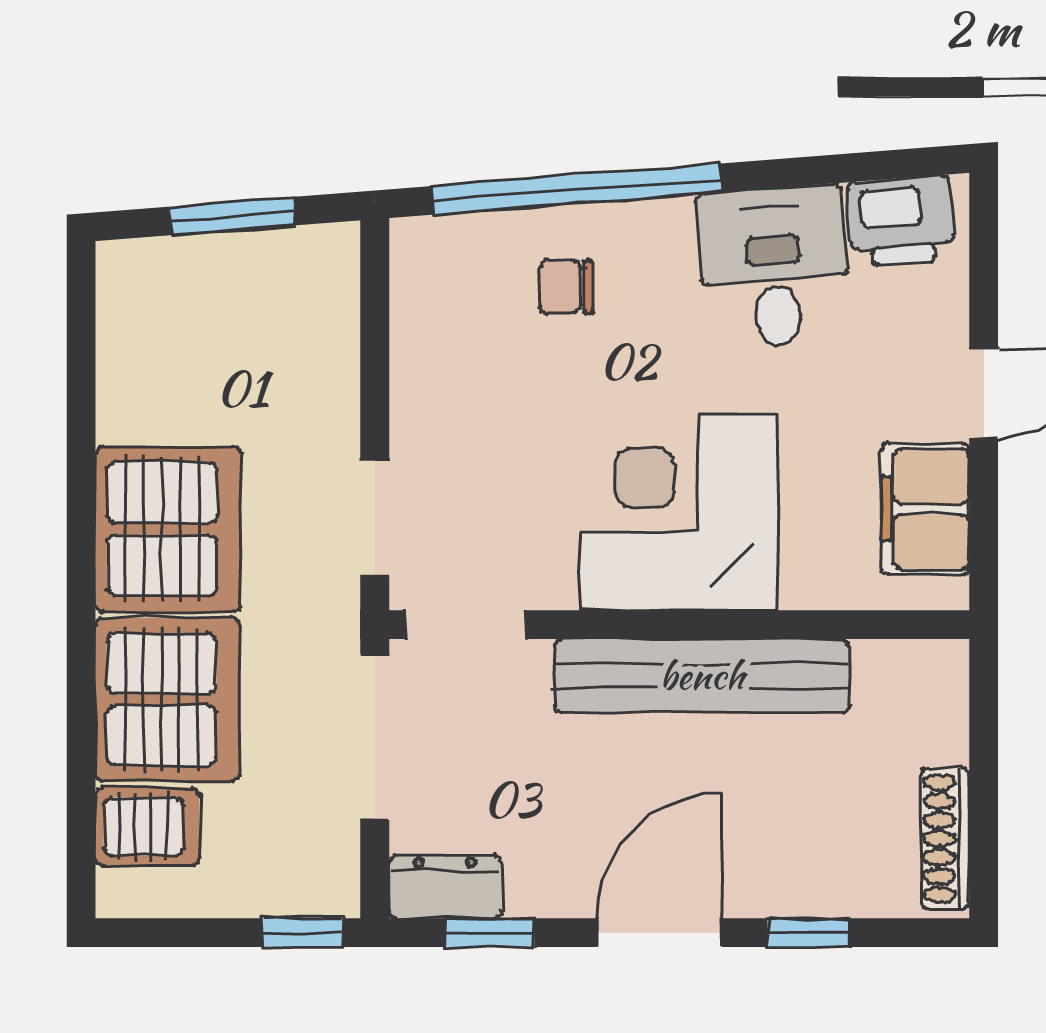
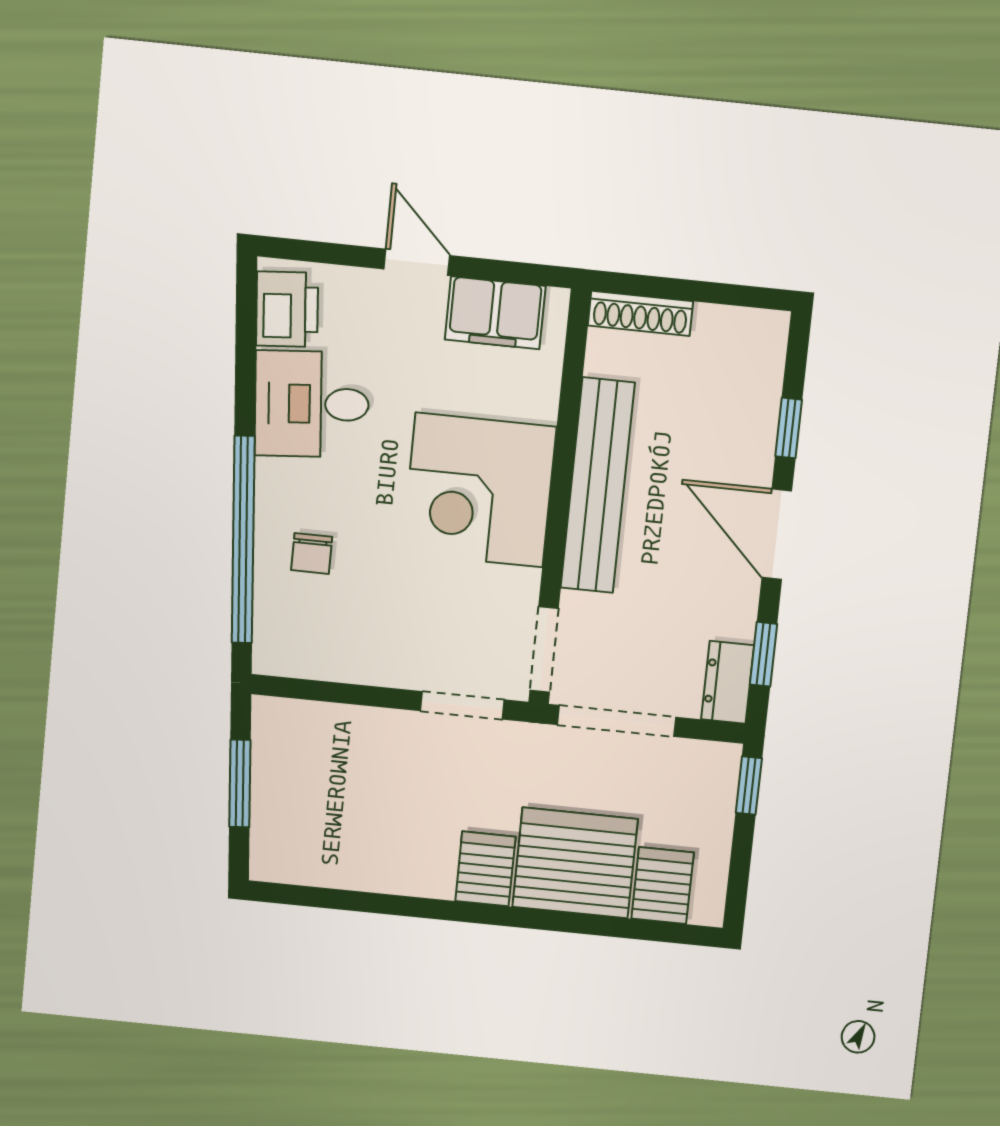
server rack: (168, 529) -> (485, 869), width x0.46, depth x0.70
shoe rack: (945, 839) -> (640, 313), moved

